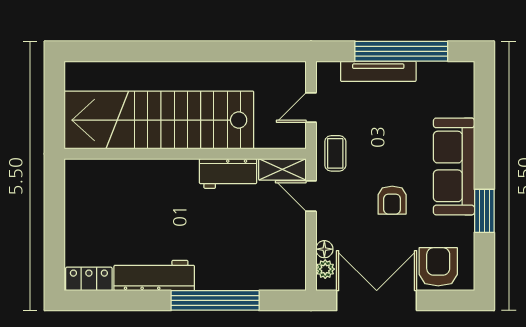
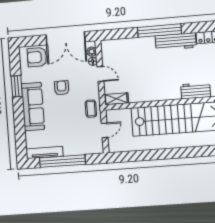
tv unit: (378, 71) -> (45, 153), moved
workbench: (228, 174) -> (196, 91), moved
door: (311, 196) -> (100, 74), moved
armchair: (438, 267) -> (37, 57), turned 90
window: (215, 300) -> (159, 31), moved

